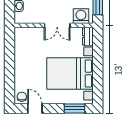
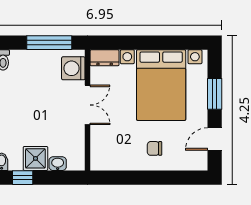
chair: (22, 97) -> (154, 148), moved
window: (74, 108) -> (215, 94), moved

